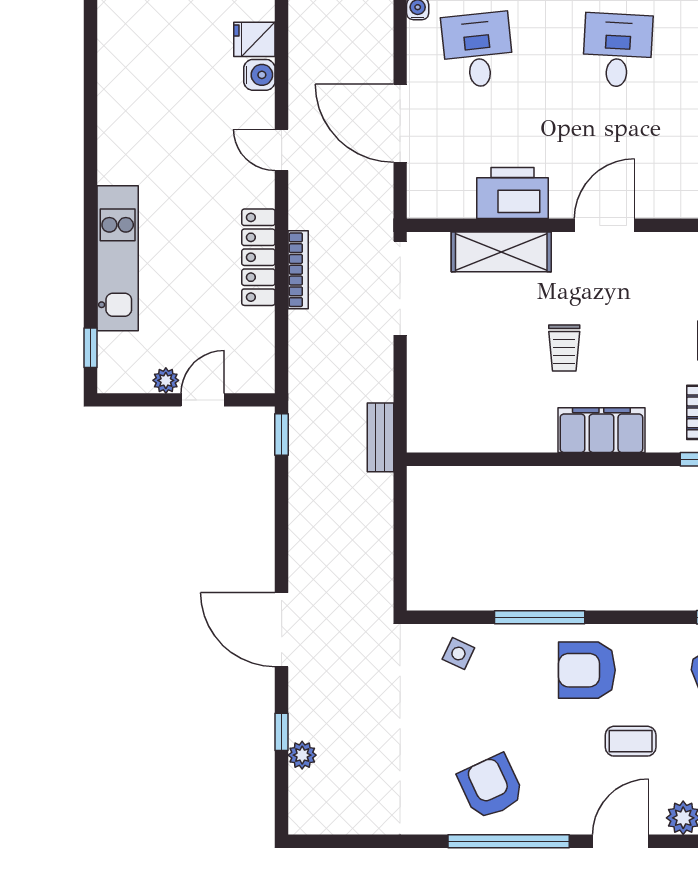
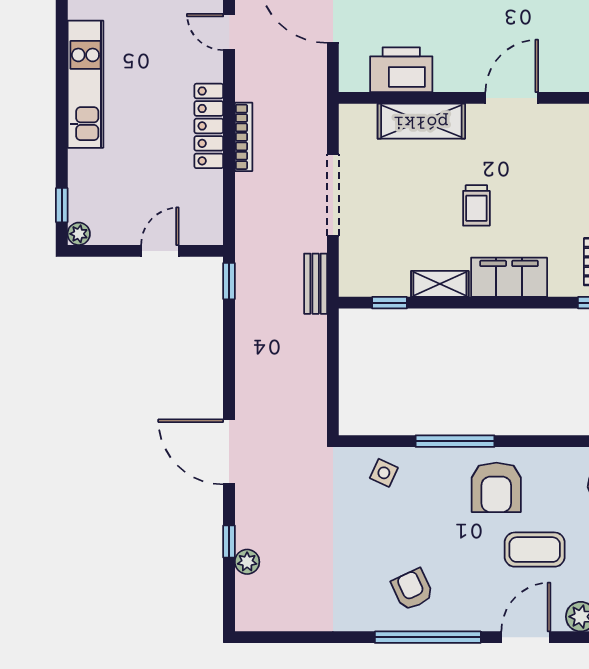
printer: (512, 193) -> (401, 70), moved
kitchen unit: (118, 258) -> (85, 84), moved
doorway: (400, 288) -> (333, 195), moved
plant: (166, 380) -> (79, 234), moved
shelving: (522, 438) -> (440, 284), added
window: (465, 459) -> (390, 303), added
armchair: (587, 670) -> (496, 487), turned -90
coffee table: (631, 741) -> (535, 550), width x1.36, depth x1.30
armchair: (491, 787) -> (412, 589), width x0.72, depth x0.72

